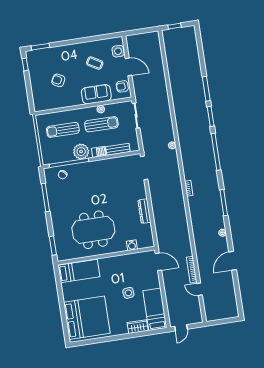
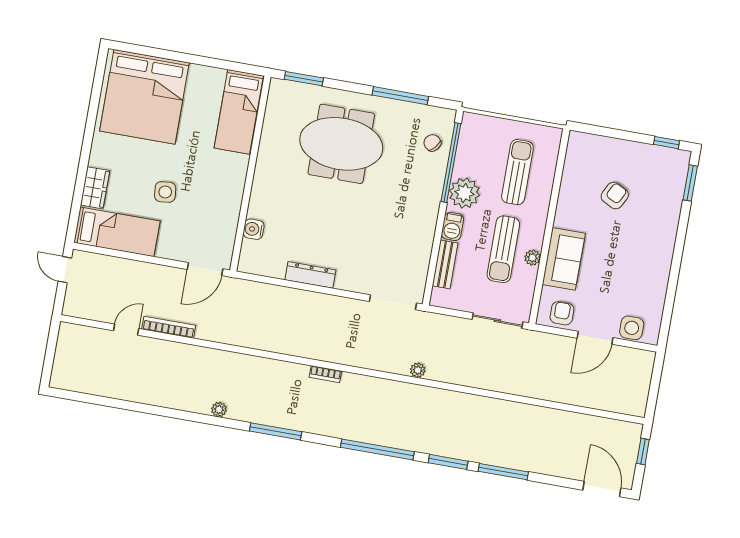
coffee table: (95, 63) -> (624, 276), removed
meeting table: (93, 230) -> (341, 144), moved, turned 90
door: (233, 261) -> (602, 489), moved

